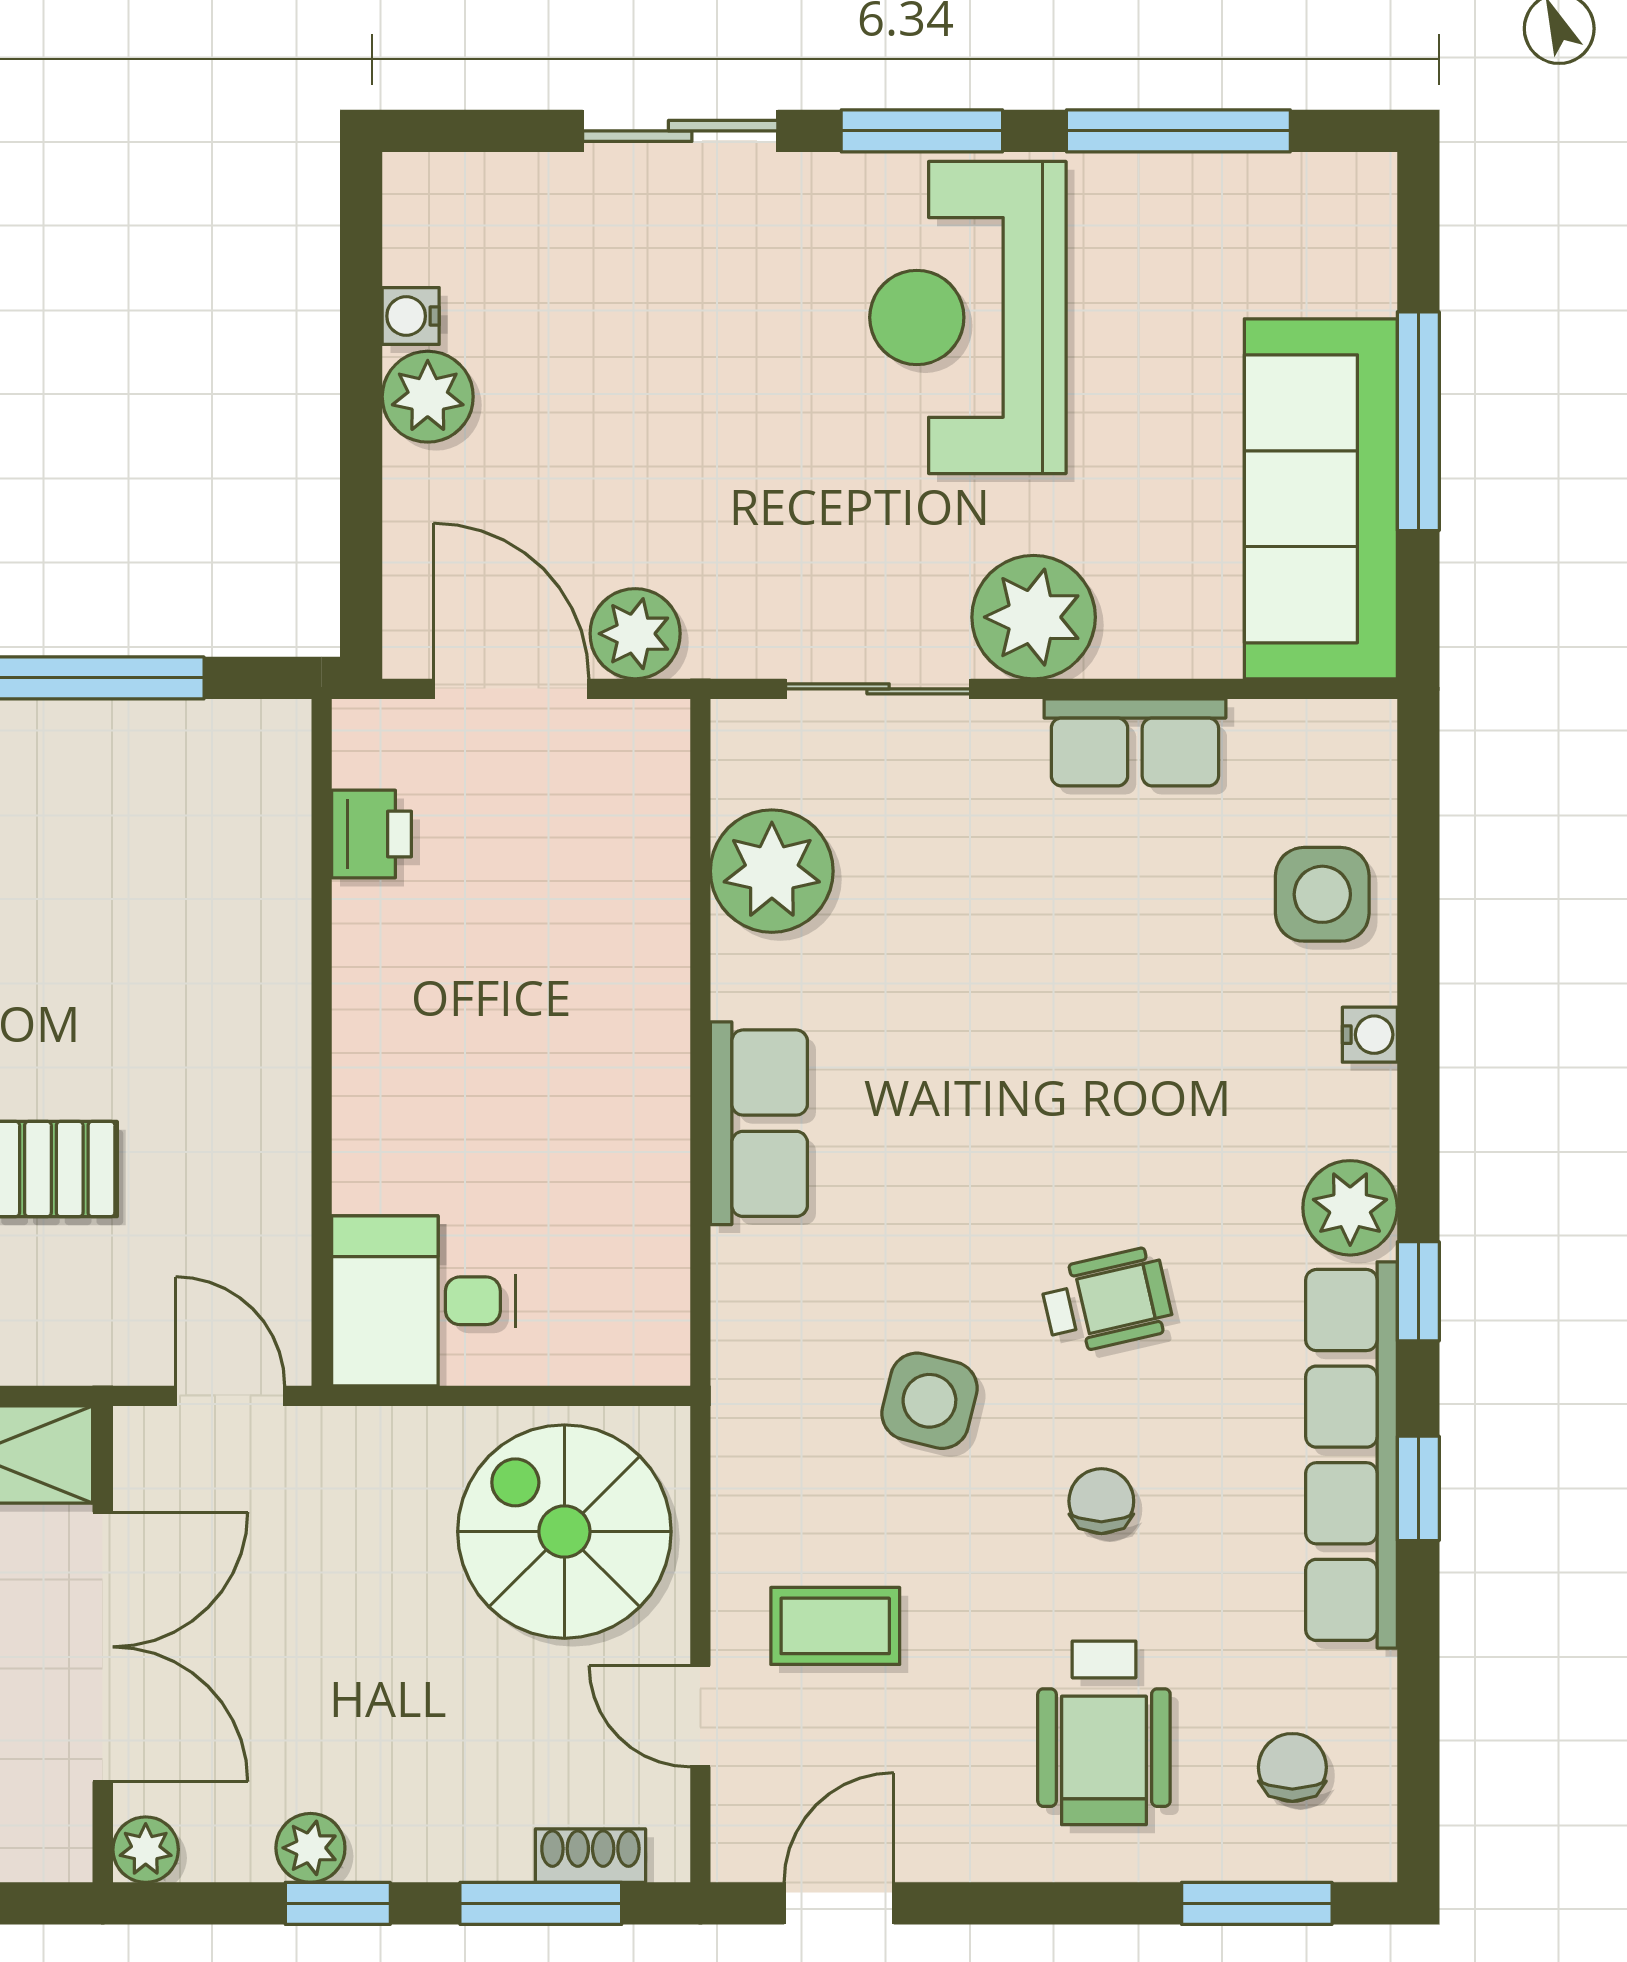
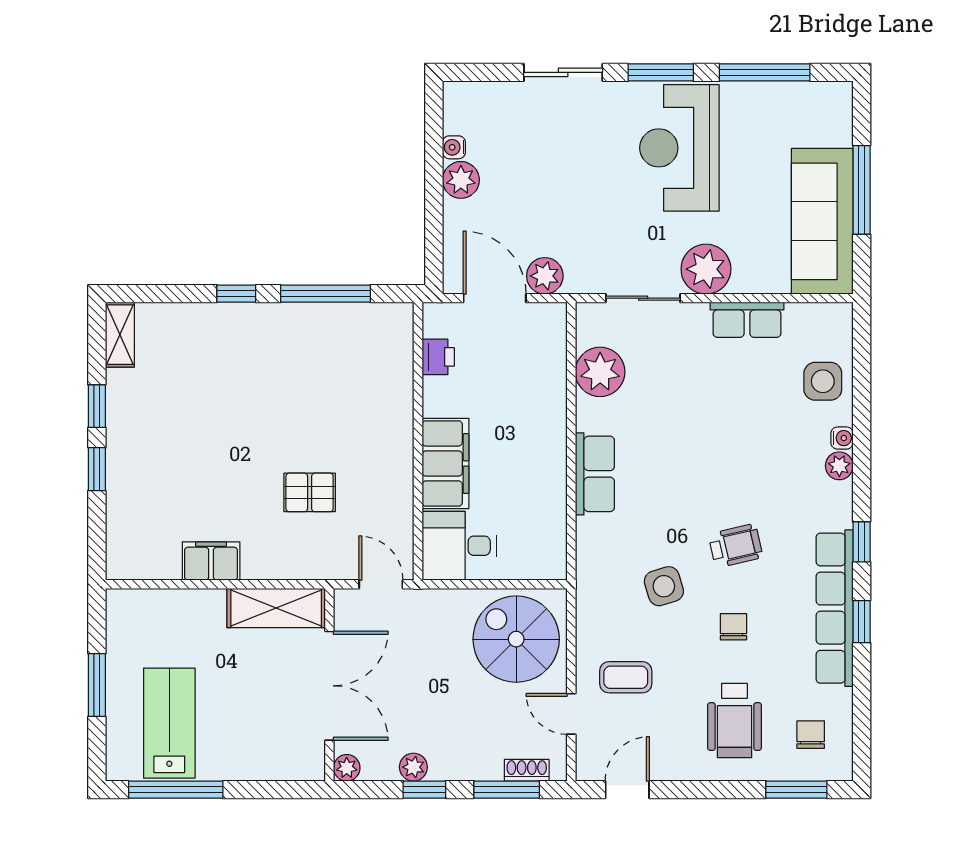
filing cabinet: (390, 1098) -> (445, 463), added
plant: (1350, 1208) -> (839, 466), moved, width x0.73, depth x0.73
side table: (929, 1401) -> (664, 586), turned -31

